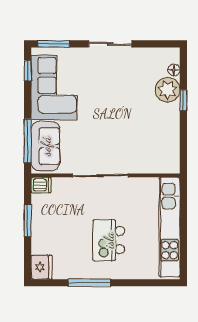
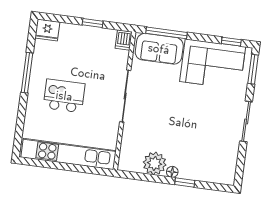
floor lamp: (174, 70) -> (172, 172), moved
plant: (168, 90) -> (155, 163), moved
window: (28, 220) -> (93, 23), width x0.67

